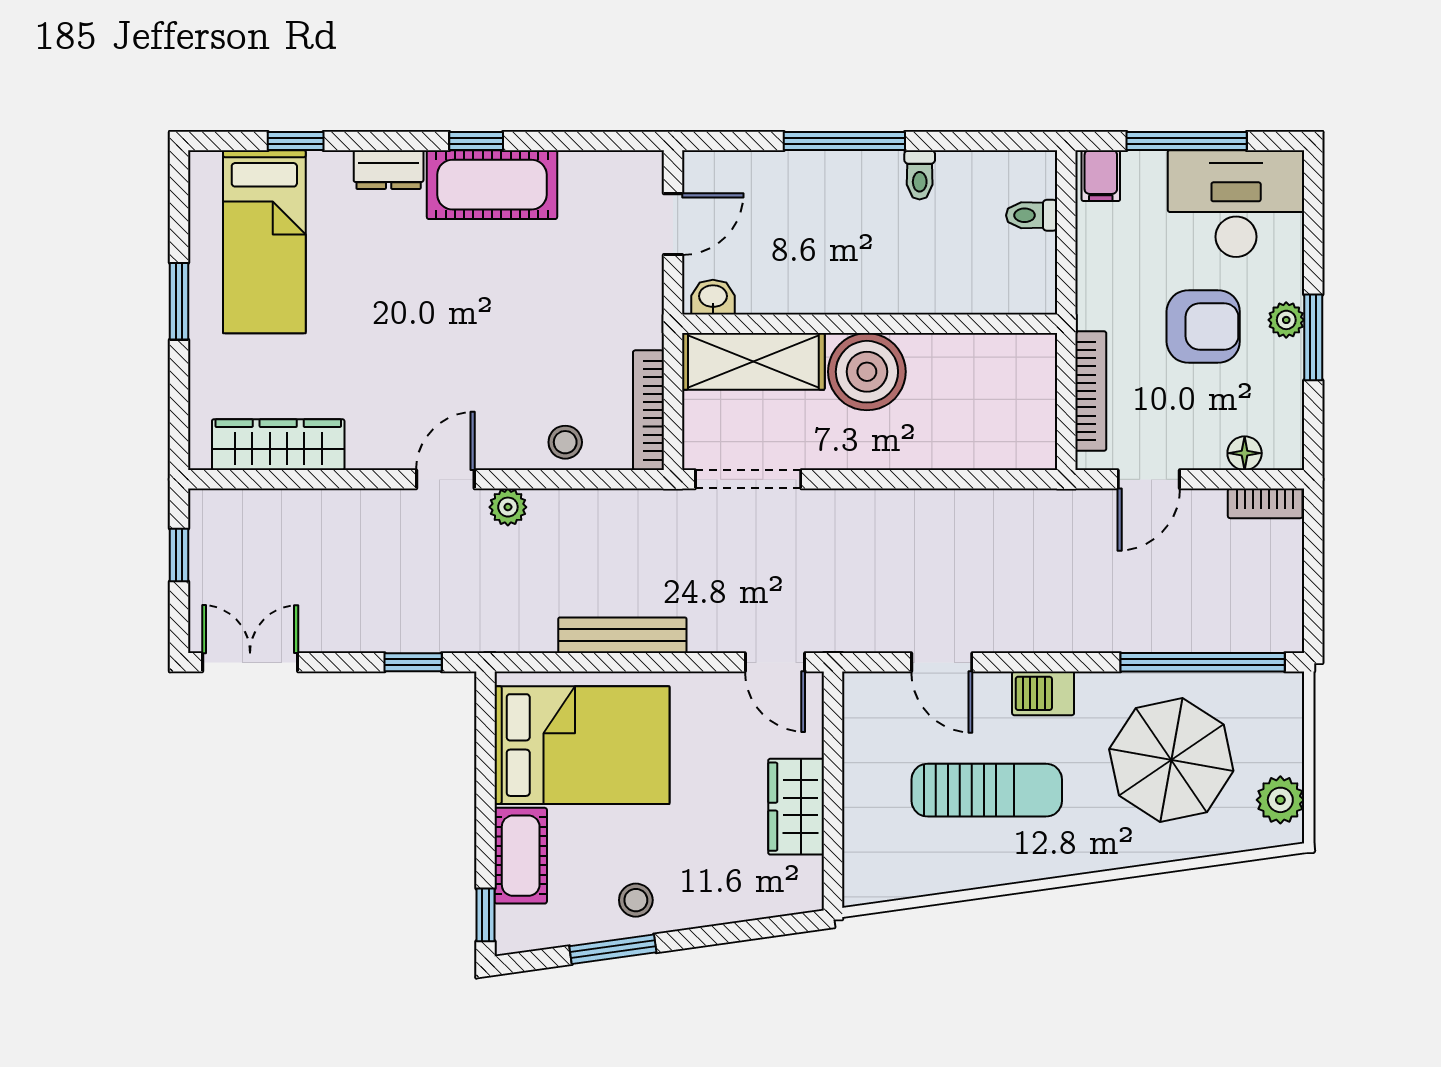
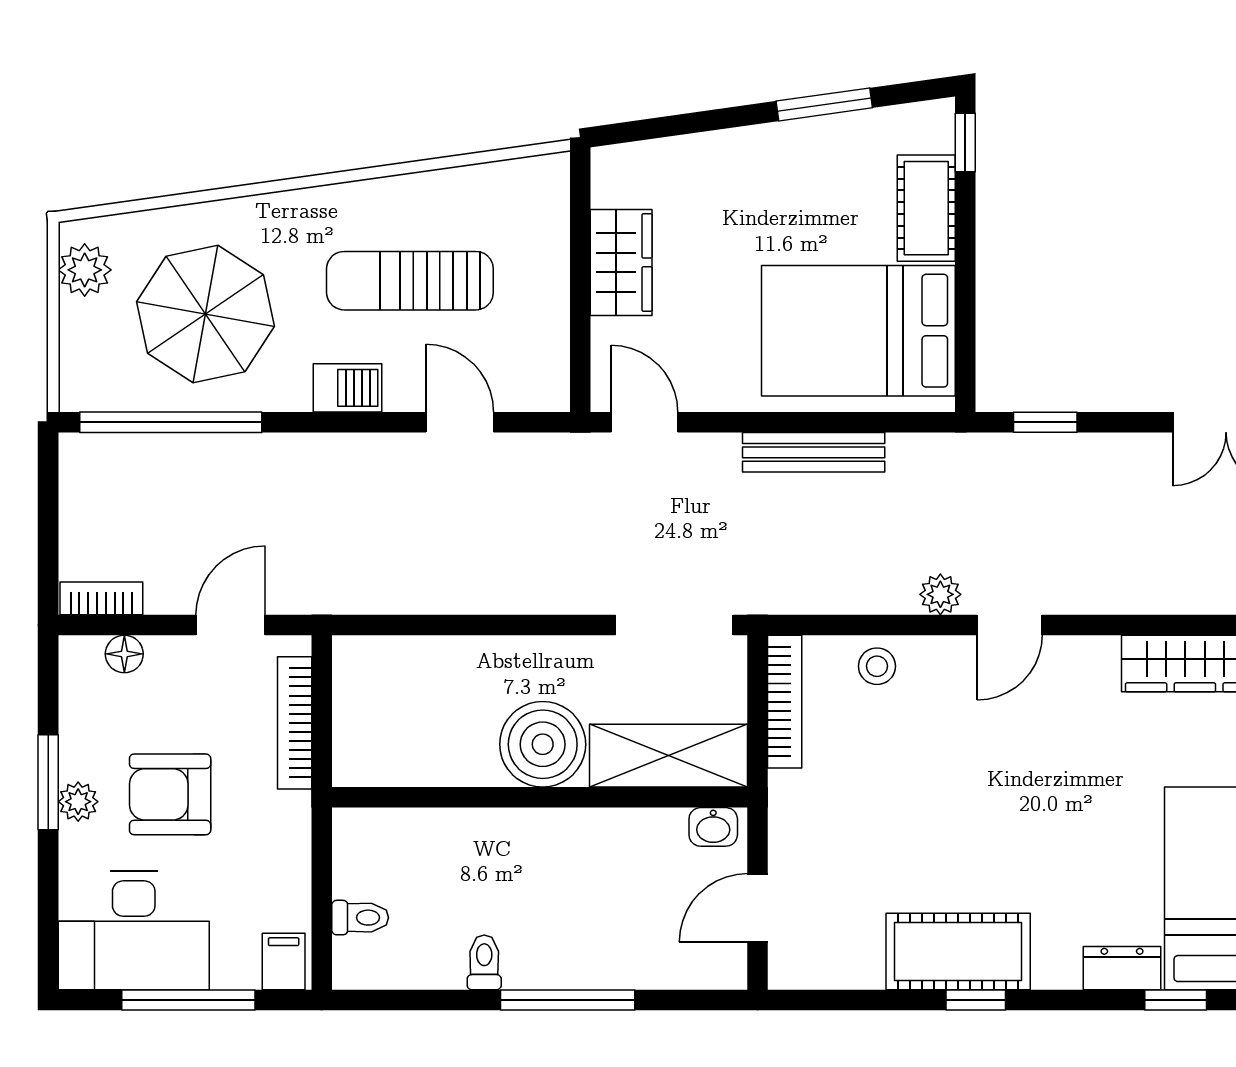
dresser: (389, 170) -> (1122, 968), moved
stool: (636, 900) -> (799, 159), removed

